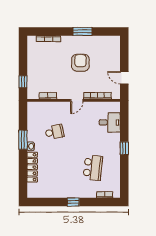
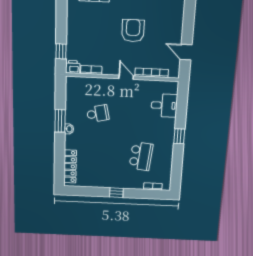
printer: (33, 94) -> (73, 67), added
door: (77, 100) -> (126, 77), swing flipped
locker: (32, 167) -> (70, 166), moved

